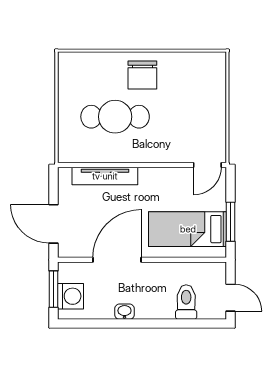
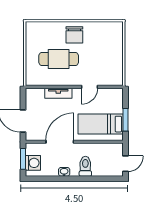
door: (207, 165) -> (90, 87), moved
tv unit: (105, 176) -> (58, 93), width x0.71
door: (231, 298) -> (125, 164), hinge flipped
toilet: (186, 302) -> (85, 166), moved

